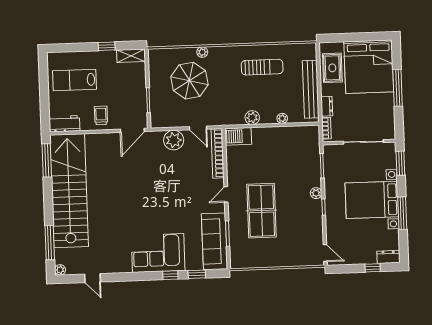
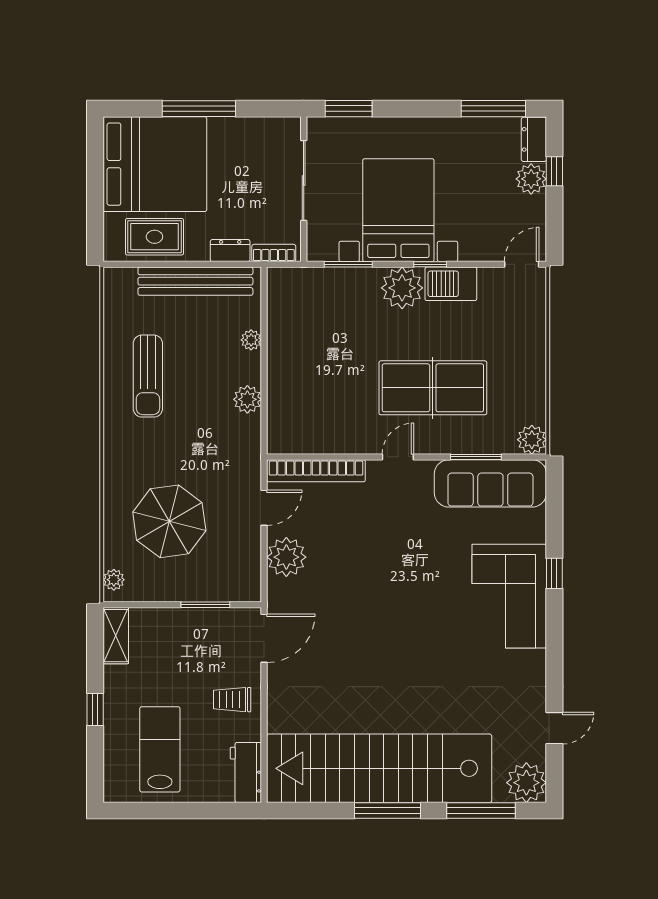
window: (107, 46) -> (95, 709), moved
plant: (202, 52) -> (114, 580), moved
sun lounger: (262, 67) -> (148, 376), turned 180
lab bench: (75, 80) -> (160, 749), turned 180
door: (132, 130) -> (264, 638), hinge flipped
barbecue: (238, 136) -> (451, 284), moved, turned 90
window: (47, 160) -> (387, 811), moved
plant: (316, 193) -> (402, 288), width x1.87, depth x1.87
door: (226, 194) -> (398, 457), swing flipped
bed with nightstands: (372, 200) -> (398, 210), moved, turned 180
window: (402, 213) -> (493, 109), moved
plant: (368, 256) -> (531, 179), added
plant: (237, 261) -> (532, 440), added
plant: (60, 270) -> (526, 783), width x1.88, depth x1.88
window: (197, 274) -> (554, 521), removed

